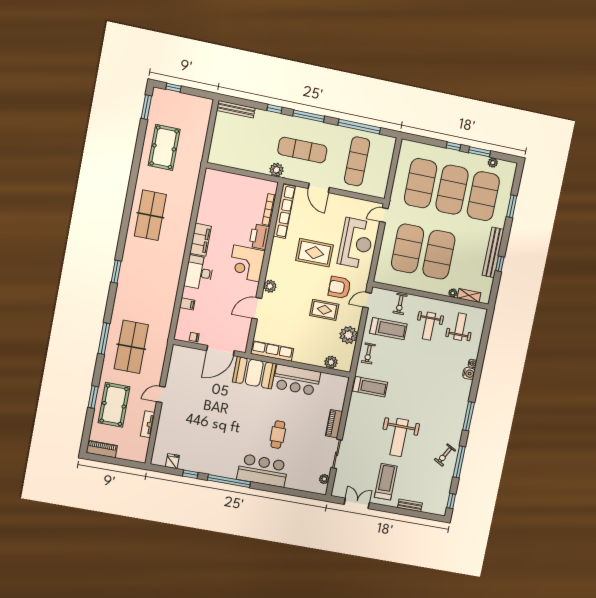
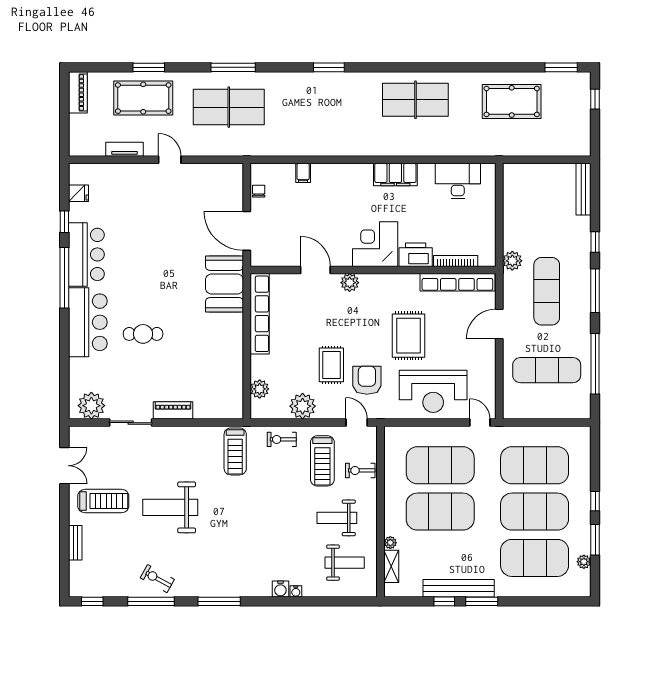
window: (512, 206) -> (482, 601), moved
desk: (199, 272) -> (458, 181), moved
row of seats: (272, 351) -> (260, 314), width x1.36
bar counter: (297, 380) -> (86, 254), moved, turned 180
plant: (324, 479) -> (91, 406), width x1.88, depth x1.88

